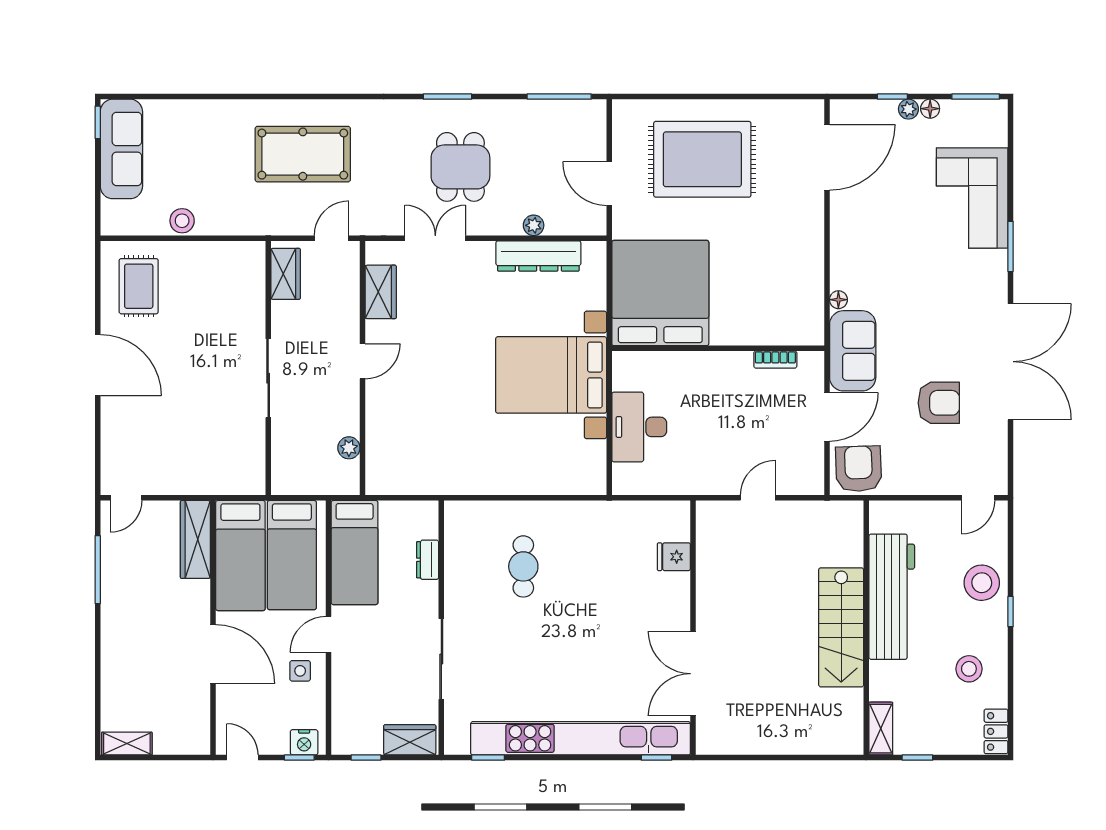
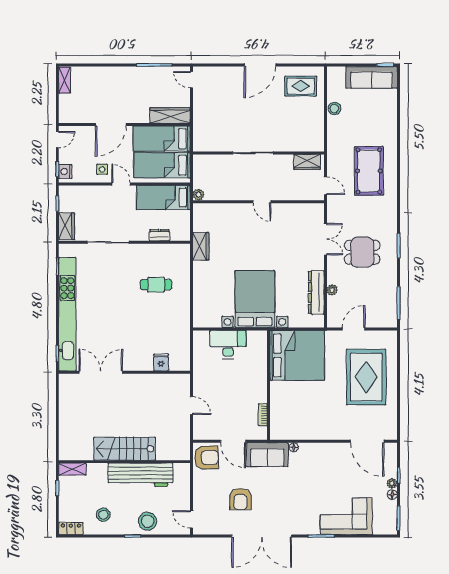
wardrobe: (381, 292) -> (201, 246), moved, turned -90
plant: (349, 448) -> (198, 195), moved

